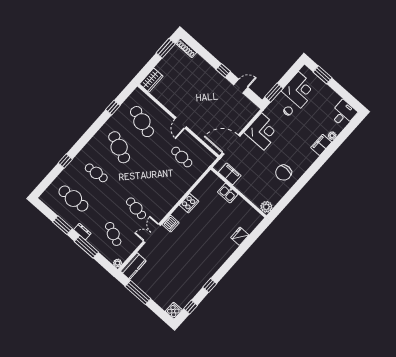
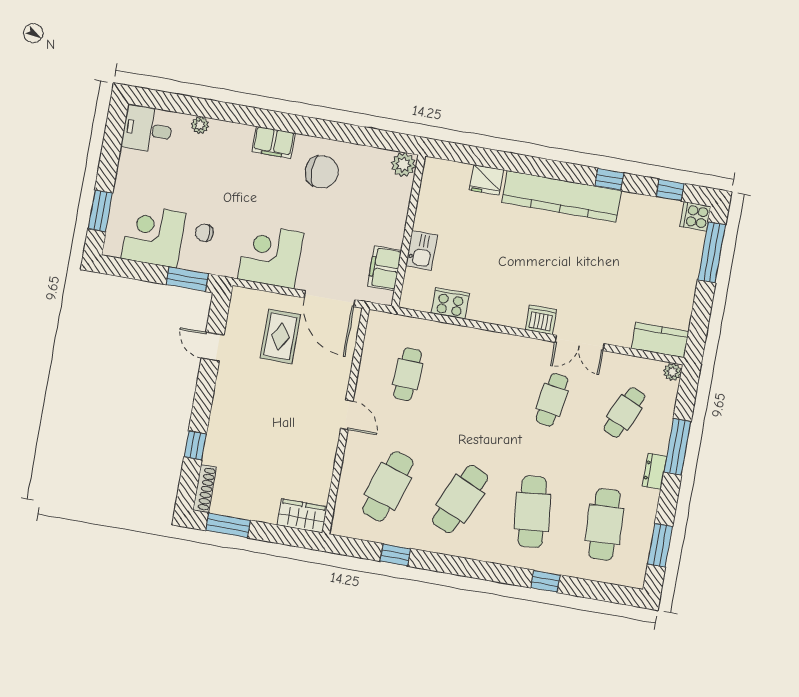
window: (223, 71) -> (195, 445), moved
rug: (228, 116) -> (280, 336), added
door: (181, 123) -> (347, 415), hinge flipped
filing cabinet: (321, 145) -> (273, 142), moved
cafe table: (96, 173) -> (532, 512), width x1.37, depth x1.35
cooker: (189, 203) -> (450, 303), moved
window: (62, 225) -> (660, 545), moved
kitchen counter: (215, 262) -> (562, 196), added
window: (138, 292) -> (712, 252), moved

